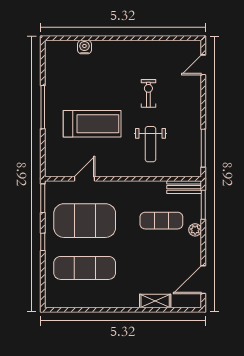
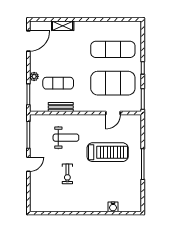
door: (203, 65) -> (28, 164), moved
treadmill: (92, 124) -> (108, 152), turned 180
weight bench: (150, 144) -> (66, 138), turned 90
bench: (184, 187) -> (61, 107), moved

